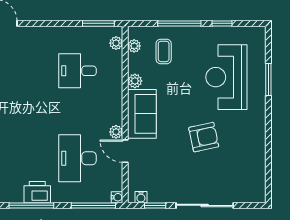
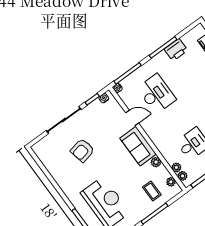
plant: (116, 132) -> (176, 167), moved
armchair: (204, 137) -> (82, 150), moved
printer: (37, 192) -> (176, 50), moved

